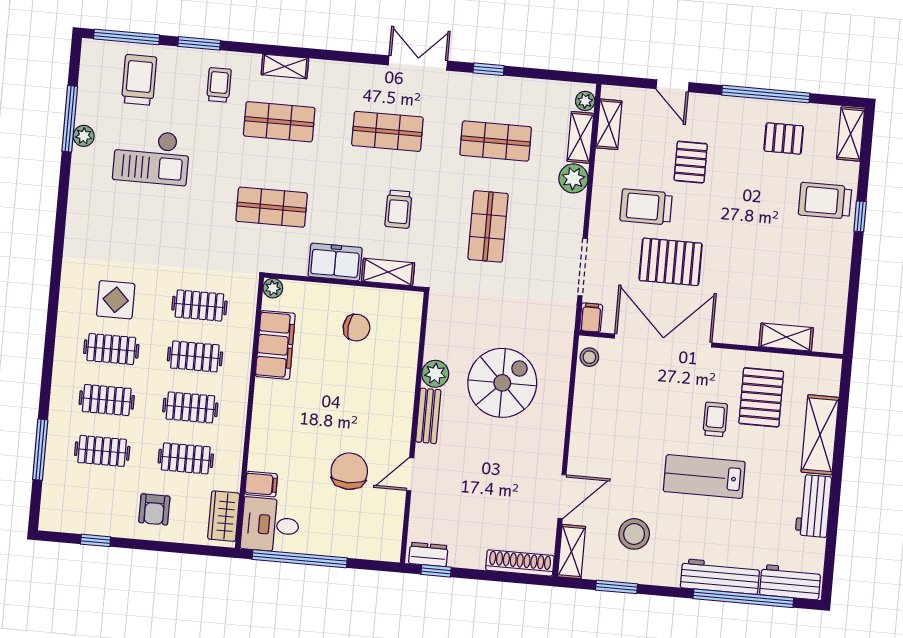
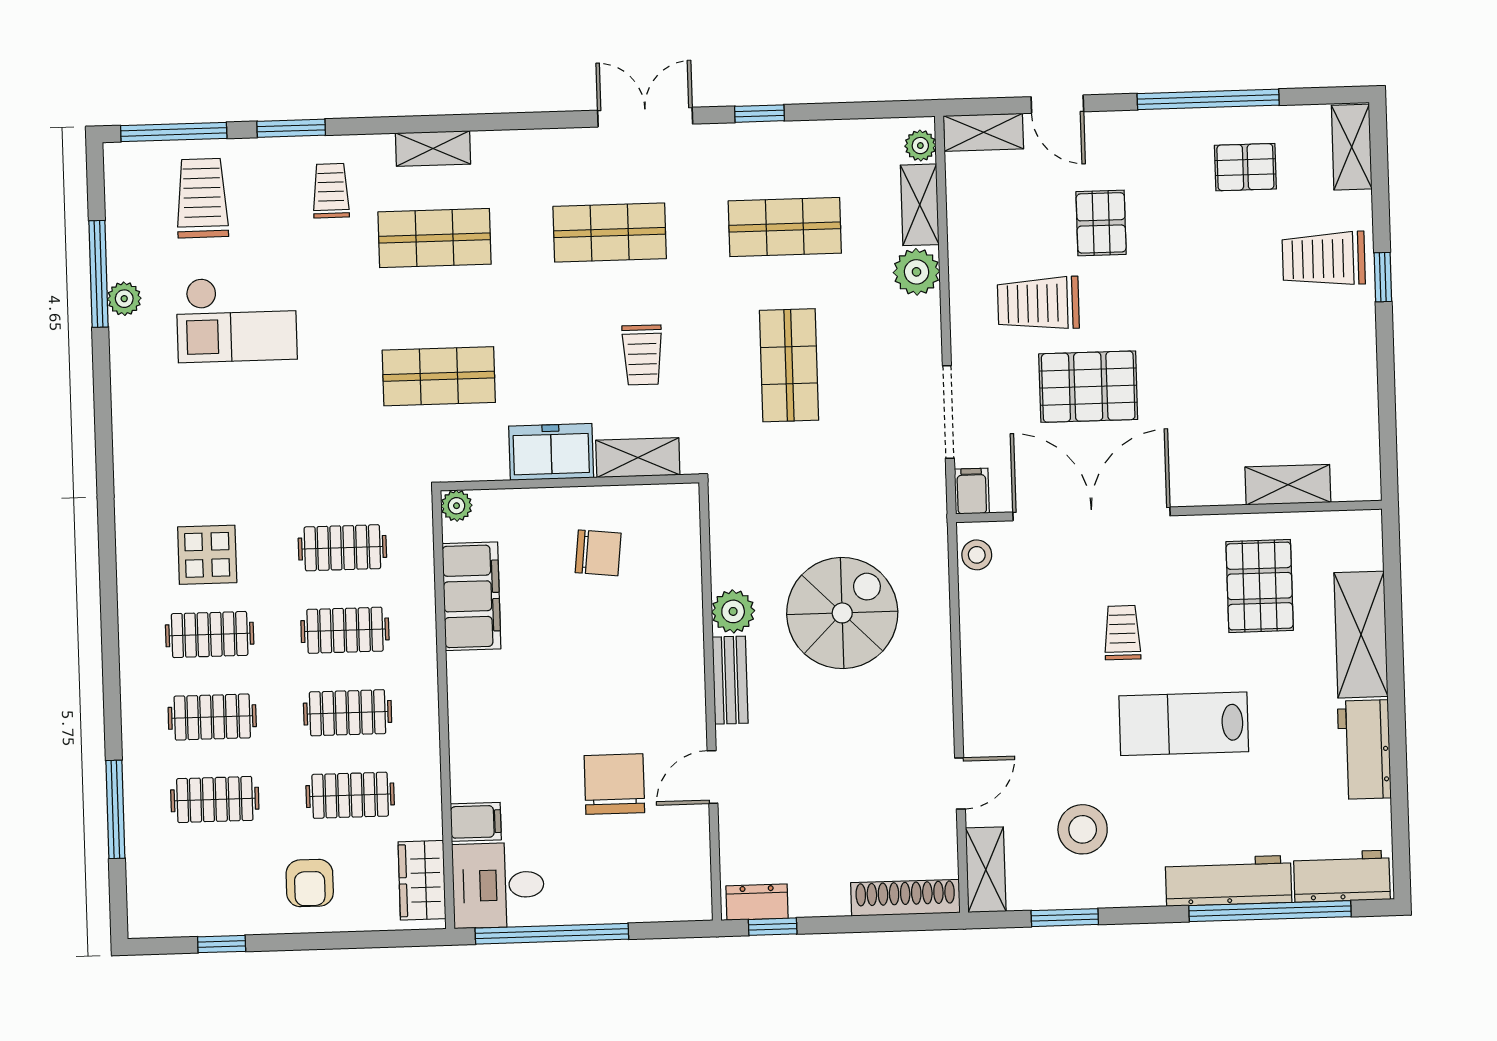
shelving: (609, 124) -> (983, 132), moved, turned 90
trolley: (715, 419) -> (1122, 633), moved
door: (562, 497) -> (960, 783), width x0.73

